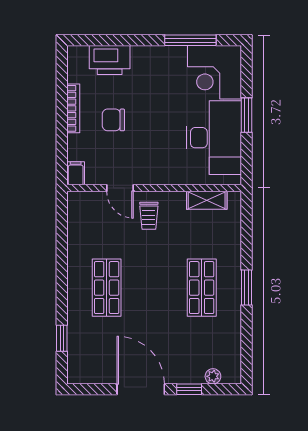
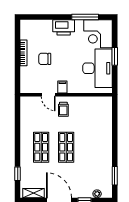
printer: (110, 60) -> (64, 27), moved
filing cabinet: (76, 173) -> (62, 87), moved
shelving: (207, 200) -> (33, 193), moved
shop shelf: (202, 288) -> (66, 147), moved
window: (246, 288) -> (115, 176), moved

